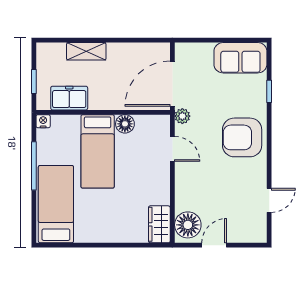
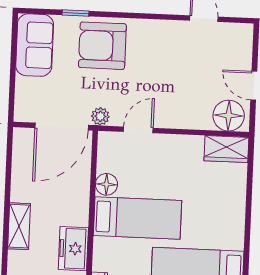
door: (172, 84) -> (62, 126), hinge flipped
armchair: (242, 137) -> (102, 46), moved, turned 90

